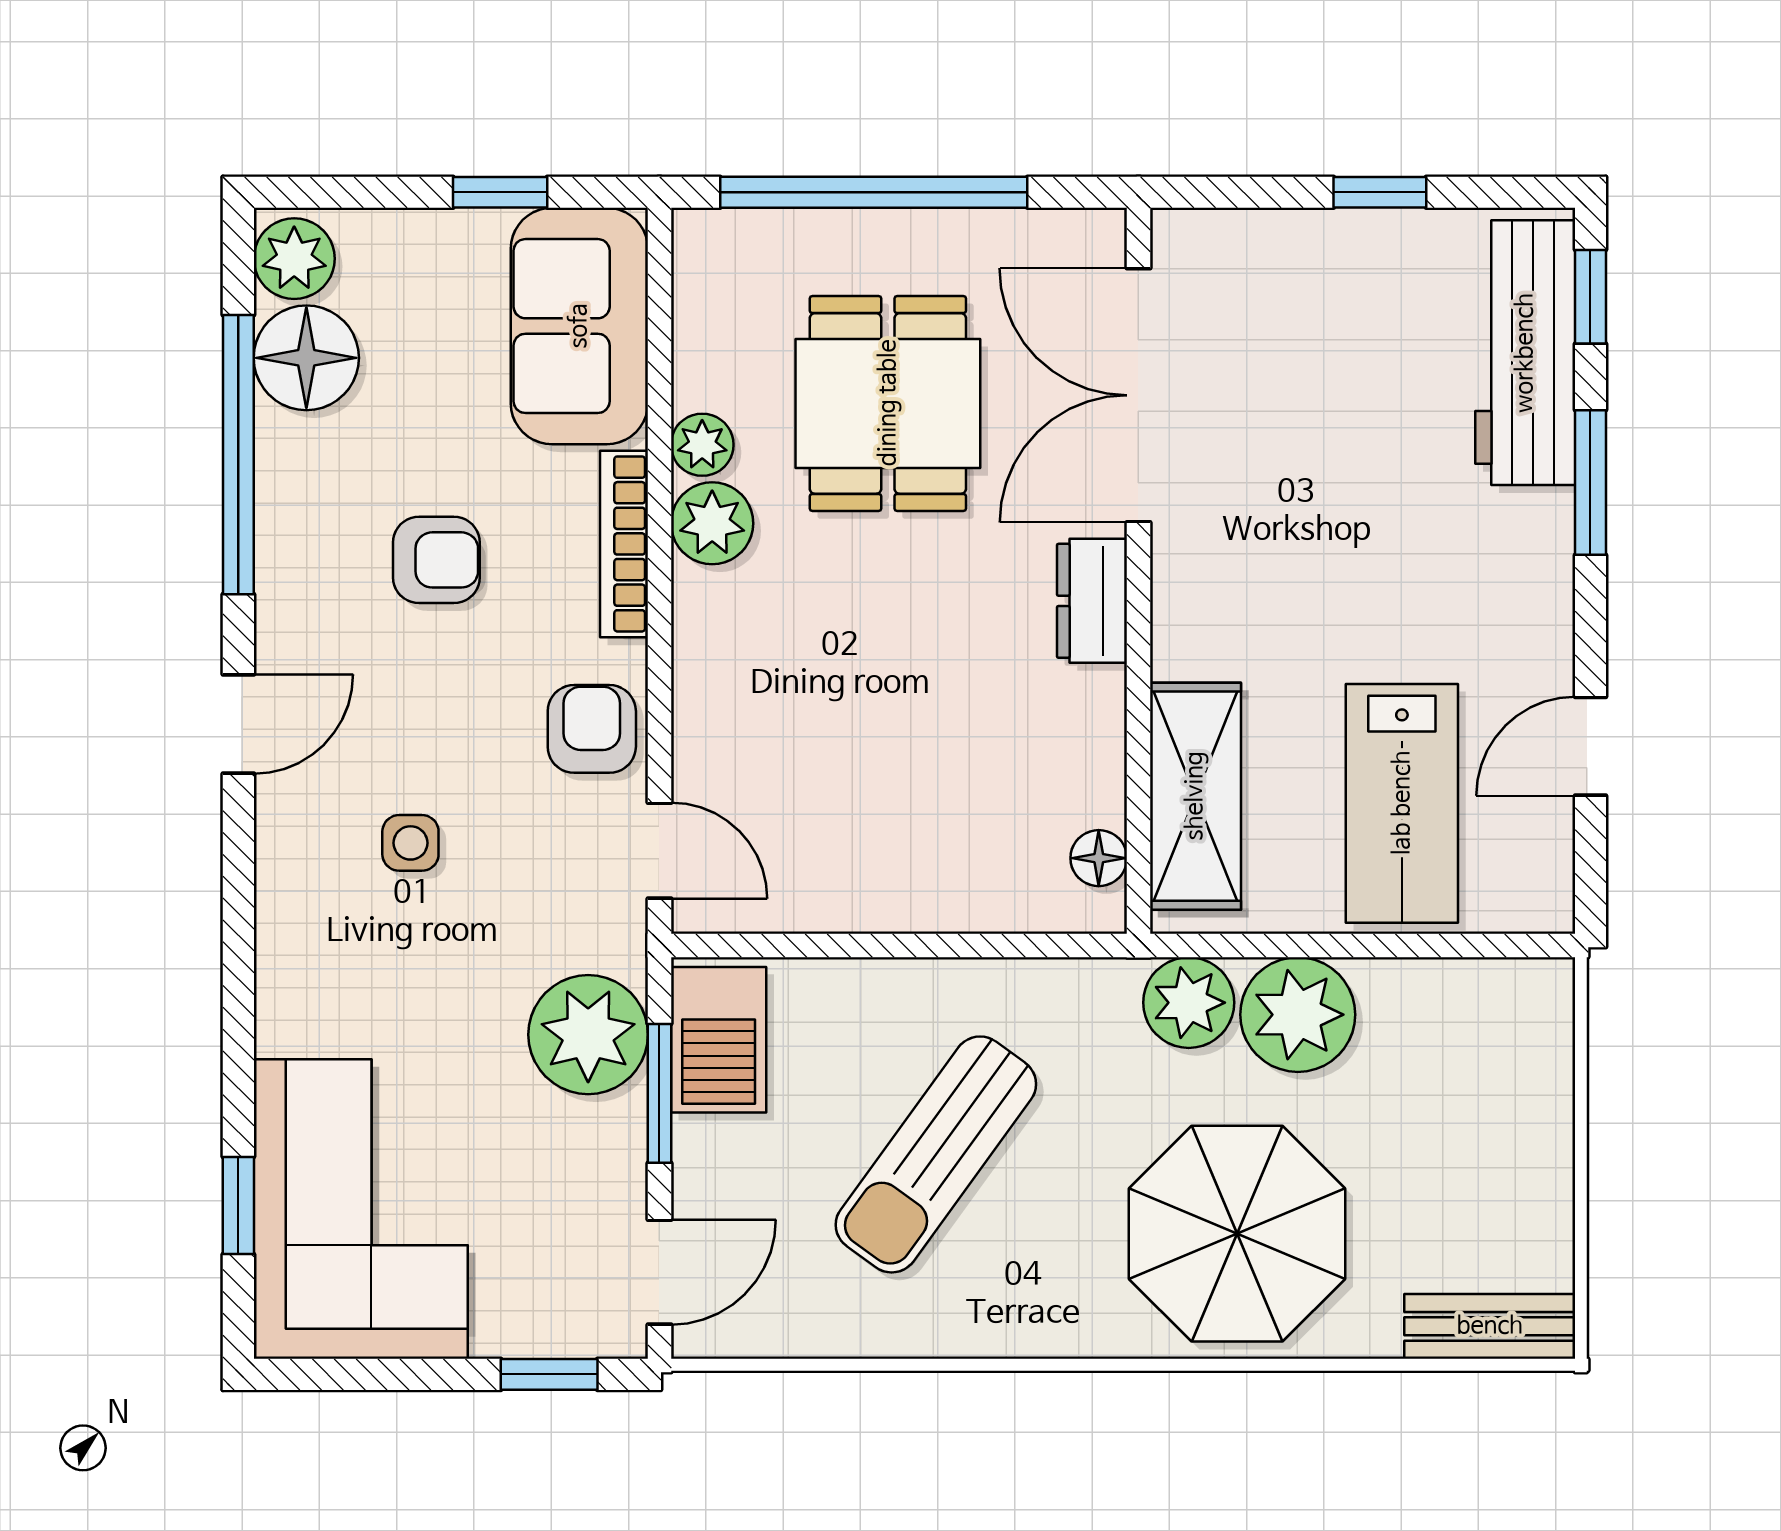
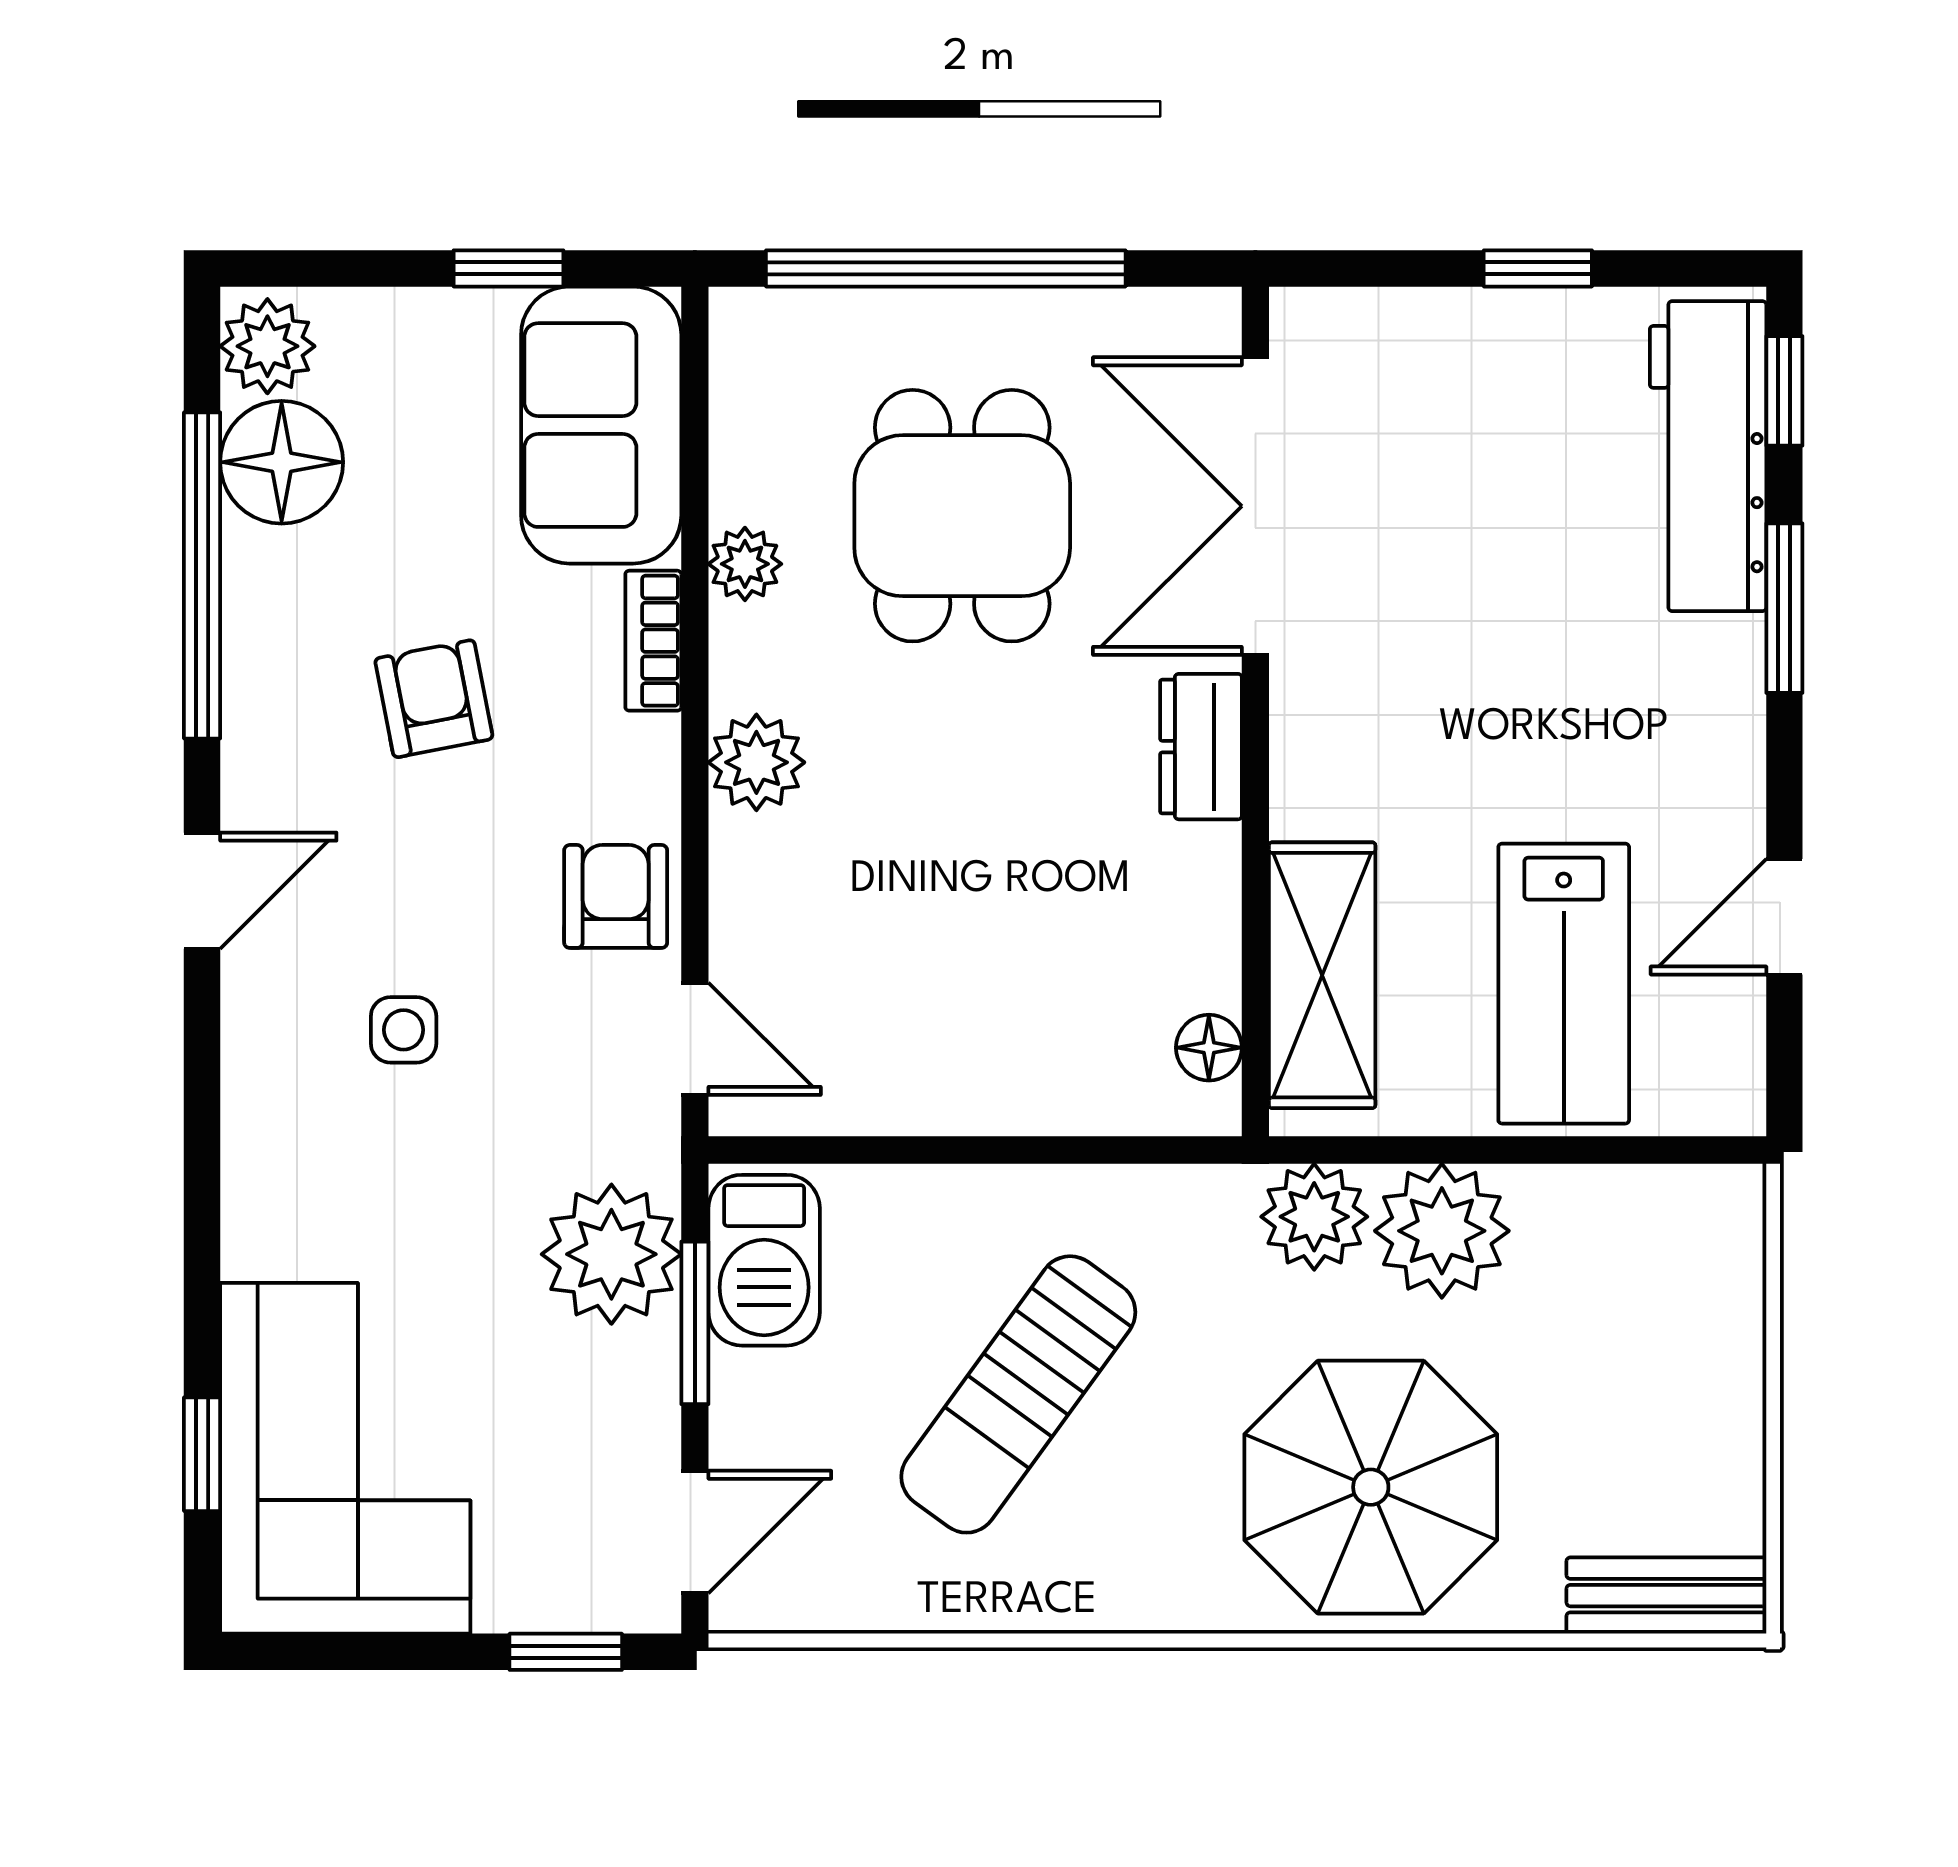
plant: (712, 523) -> (756, 762), moved
bookcase: (624, 544) -> (653, 641), width x0.64
armchair: (436, 560) -> (434, 699), turned -101

